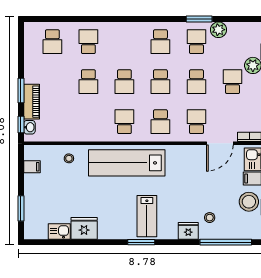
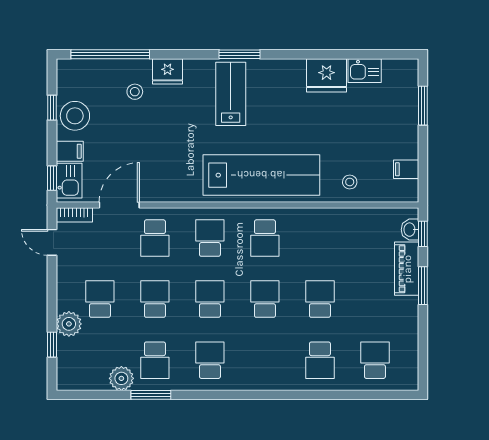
school desk: (233, 82) -> (100, 299), turned 180

